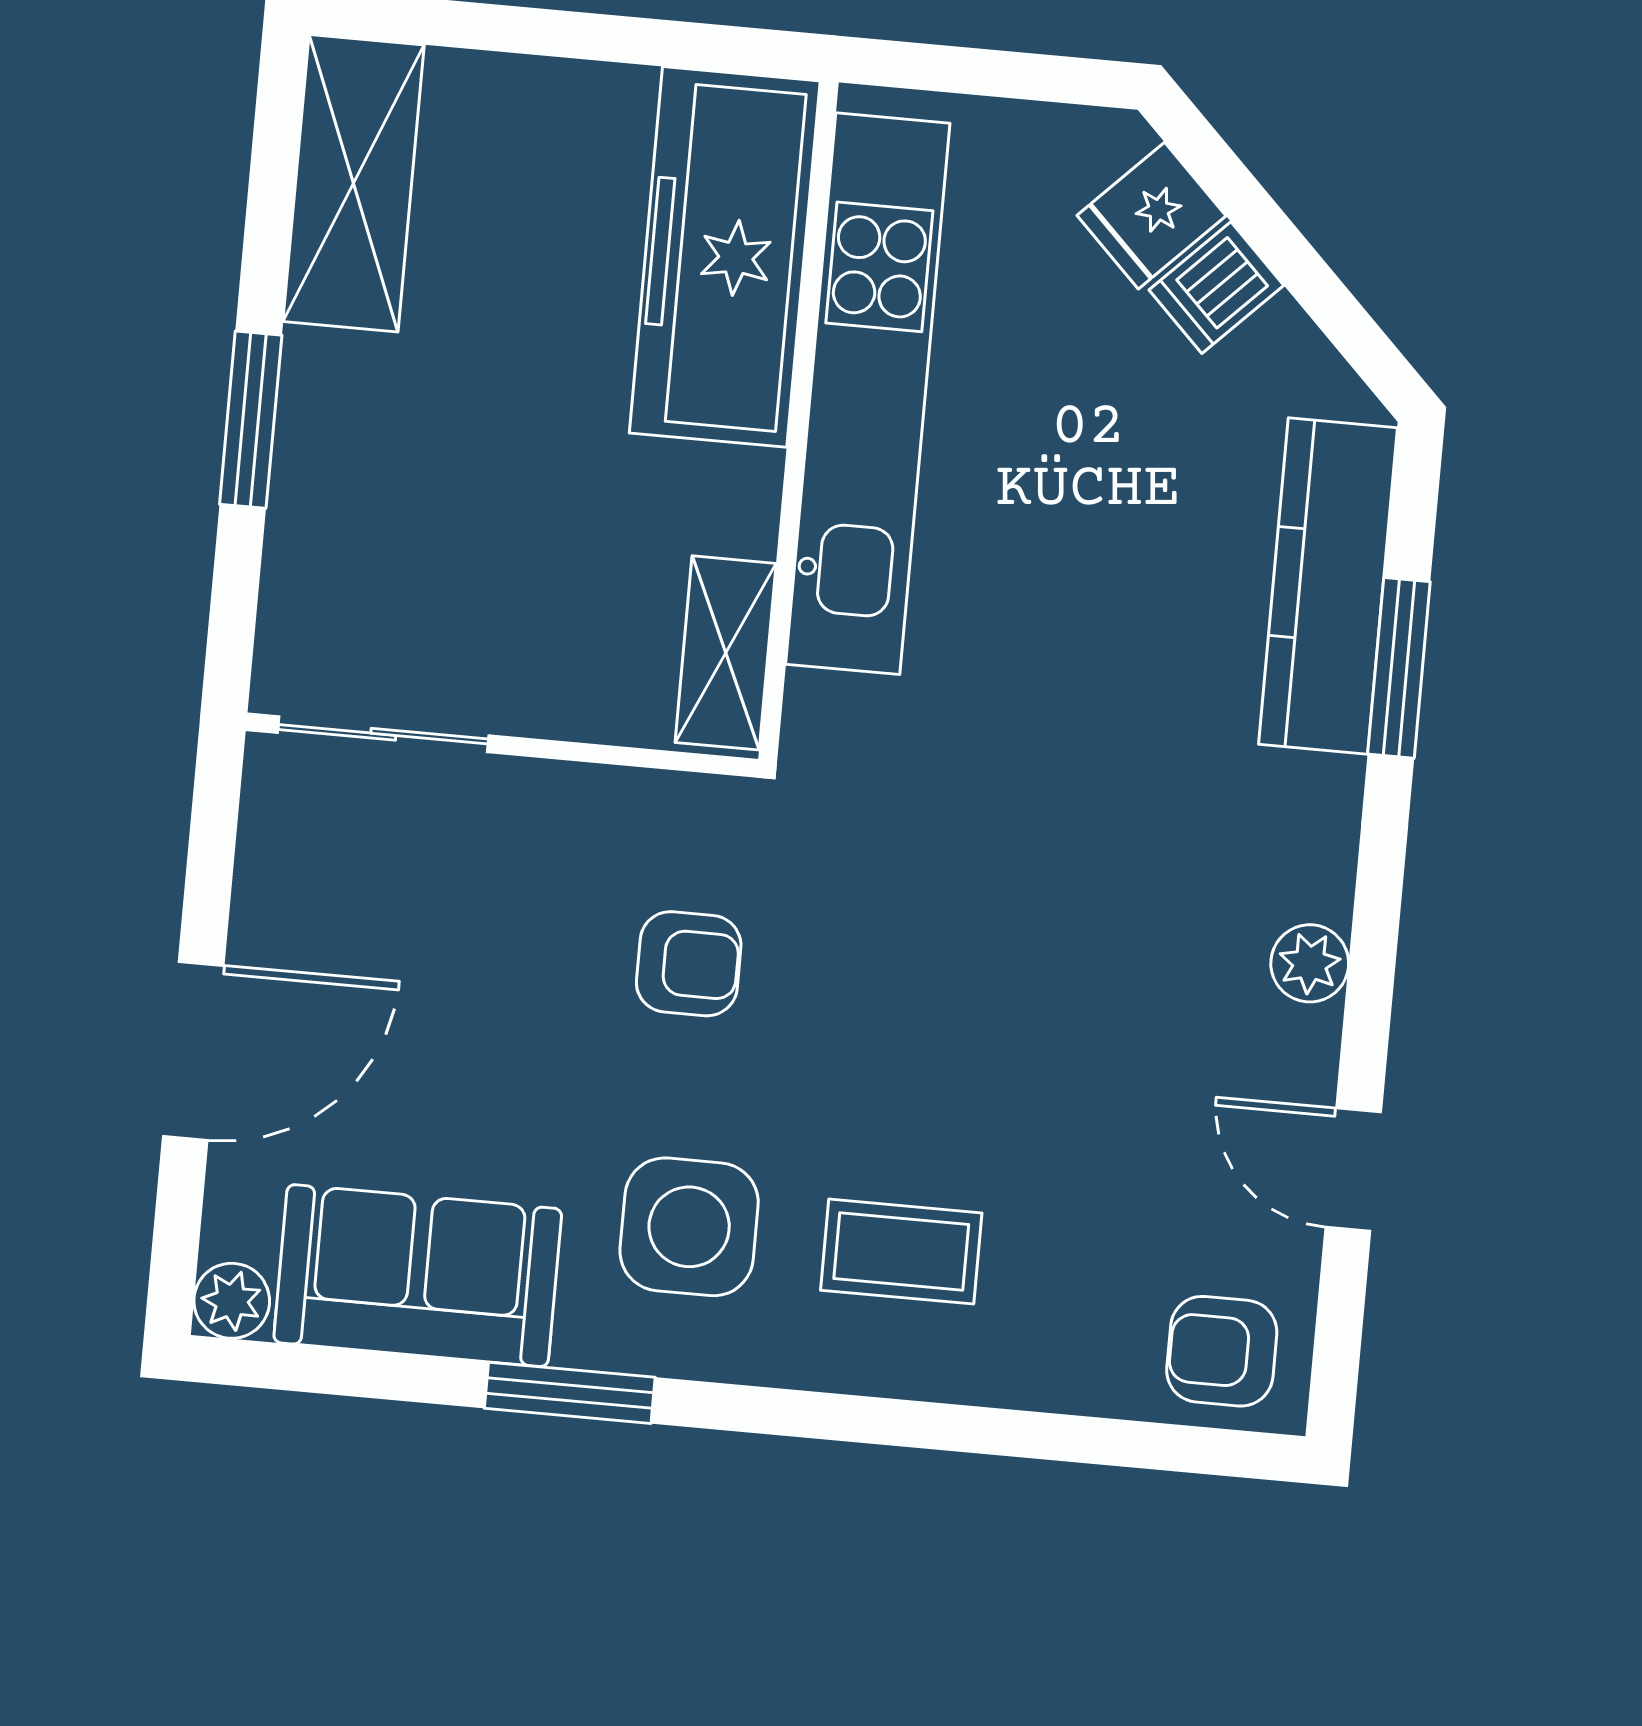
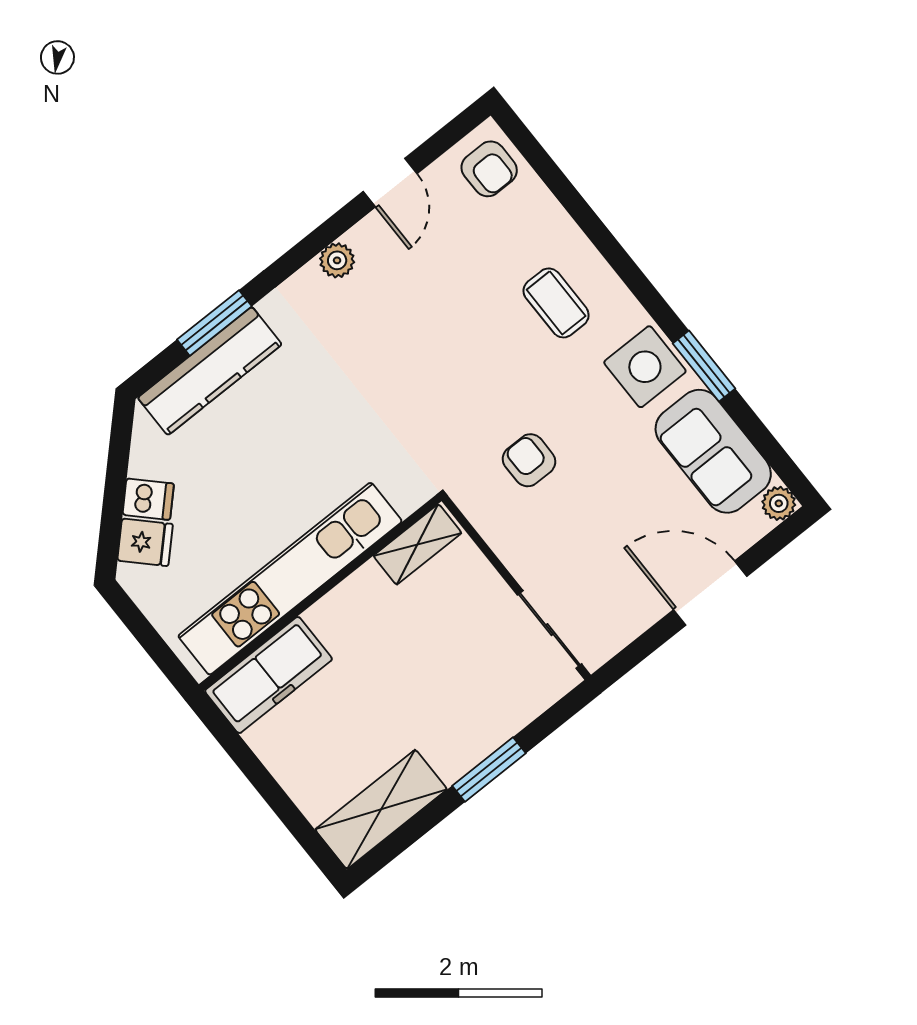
freezer: (725, 257) -> (269, 675), width x0.73, depth x0.79
side table: (689, 1227) -> (645, 367), moved

